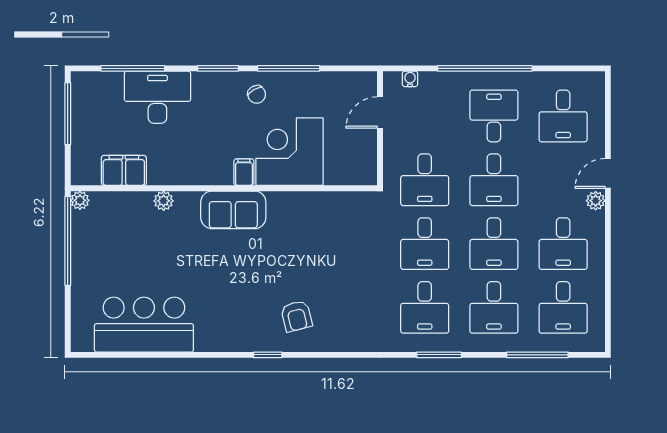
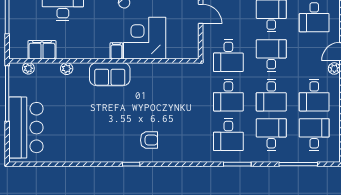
door: (380, 113) -> (201, 14), swing flipped
desk: (494, 180) -> (271, 56), turned 180
plant: (80, 200) -> (28, 68), moved
desk: (494, 307) -> (271, 135), turned 180
desk: (563, 307) -> (314, 135), turned 180
armchair: (296, 316) -> (149, 140), turned -76
bar counter: (144, 325) -> (26, 128), moved, turned 90

